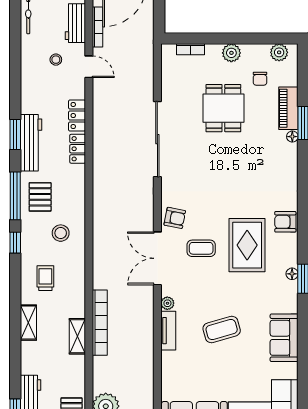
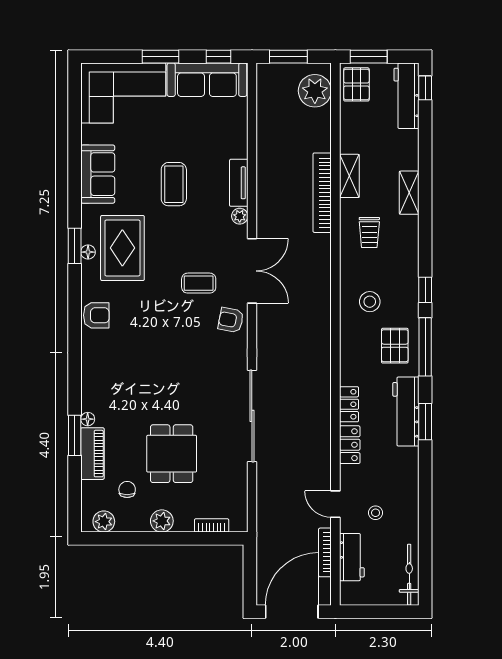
rug: (247, 245) -> (122, 248), moved
trolley: (45, 278) -> (369, 232), moved
coffee table: (222, 330) -> (174, 184), turned -74

